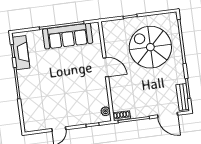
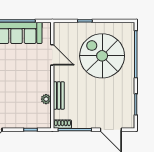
door: (106, 67) -> (52, 55), moved
bench: (183, 97) -> (59, 95), moved
plant: (105, 111) -> (46, 99), moved

